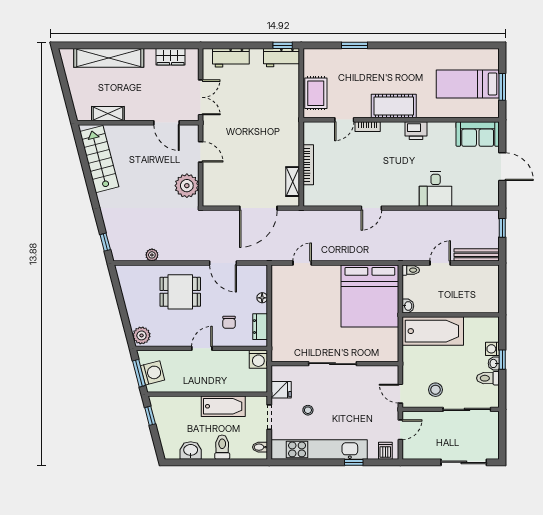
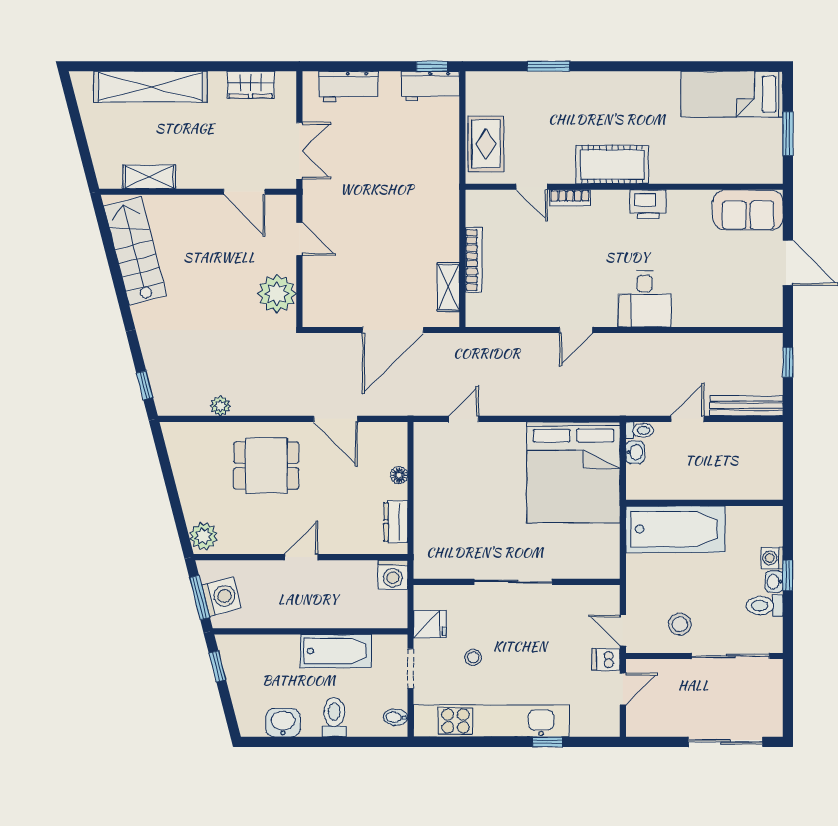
bed: (468, 84) -> (732, 94), moved
door: (344, 120) -> (532, 187), hinge flipped
desk: (436, 189) -> (645, 299), moved
washbasin: (408, 306) -> (635, 452), moved
chair: (229, 322) -> (345, 515), removed
dishwasher: (385, 451) -> (606, 659), moved, turned -90

